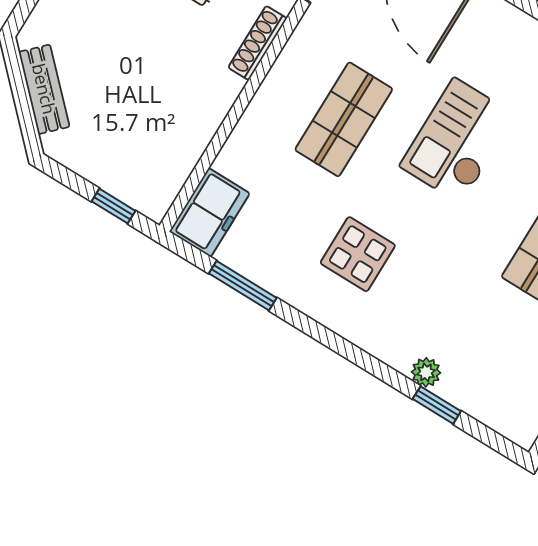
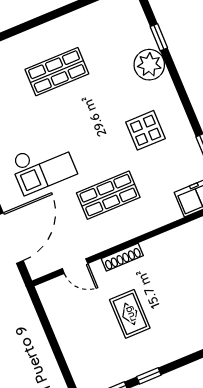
checkout: (458, 141) -> (43, 166), moved
plant: (426, 372) -> (149, 65), width x1.88, depth x1.88

